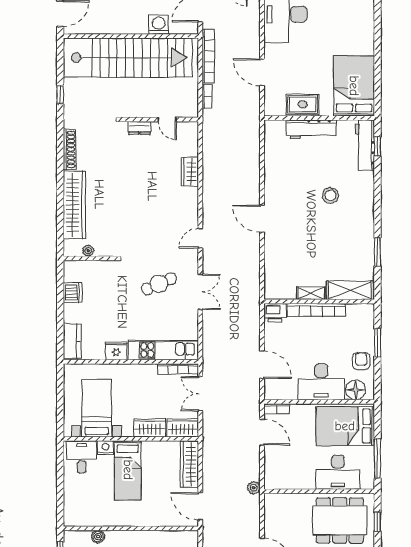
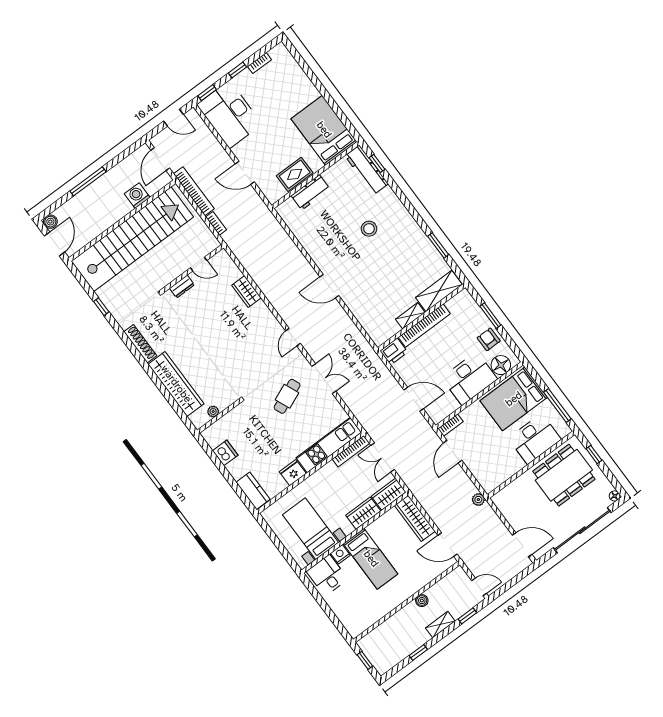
workbench: (311, 129) -> (311, 192), width x0.73
door: (262, 432) -> (453, 452), swing flipped
boiler: (98, 537) -> (422, 601), moved

